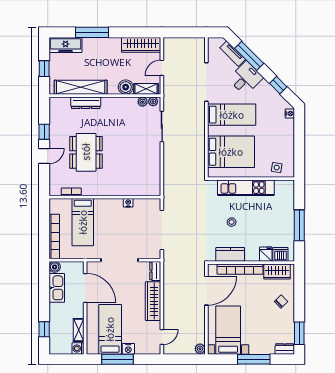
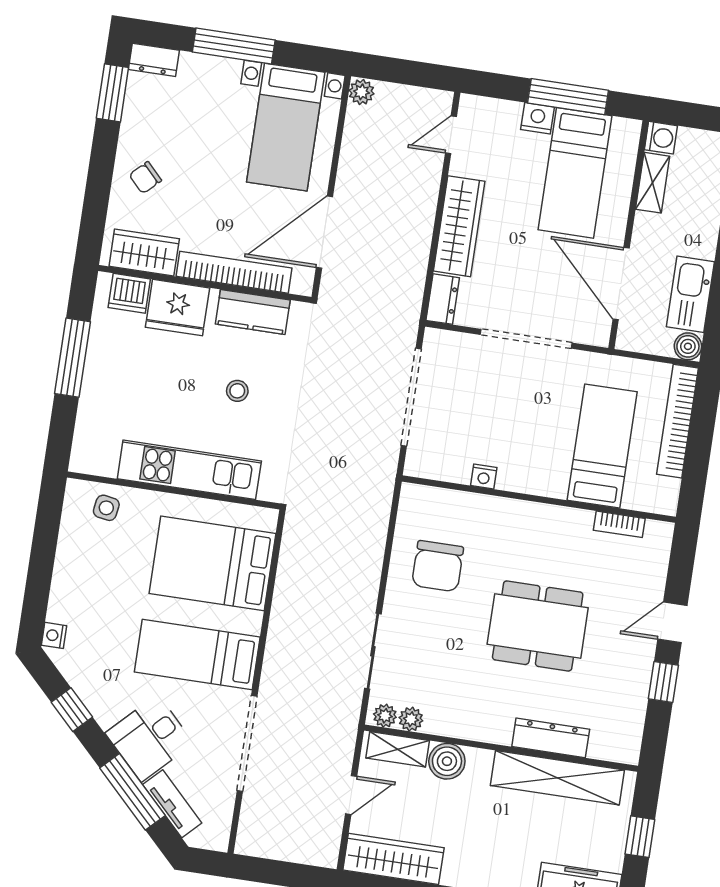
dining table: (86, 152) -> (538, 626), moved, turned 90
chair: (141, 164) -> (438, 566), added
fridge: (266, 254) -> (177, 308), width x1.88, depth x1.34

